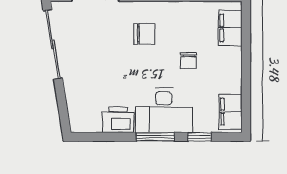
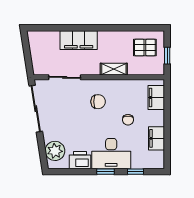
plant: (81, 106) -> (55, 151), added
filing cabinet: (230, 112) -> (156, 138), moved
window: (155, 137) -> (105, 172), width x0.67

